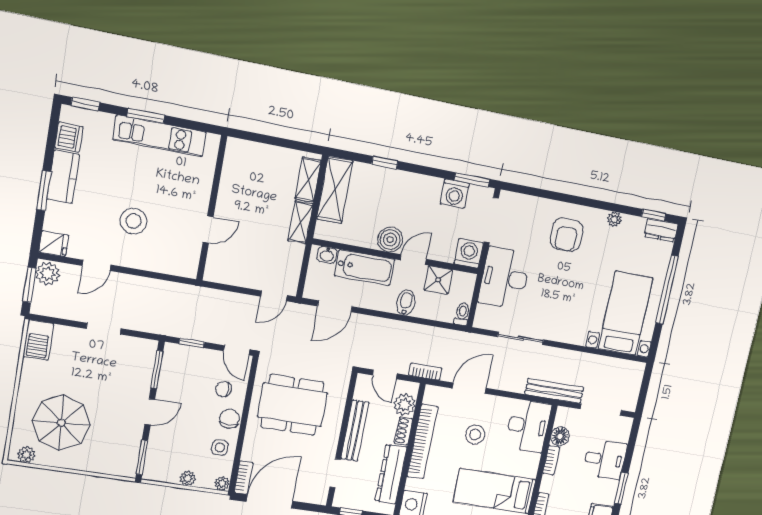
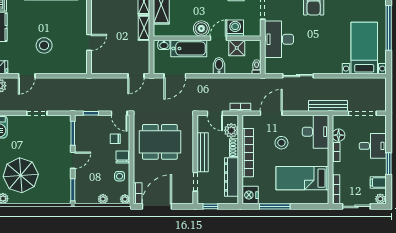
washing machine: (469, 253) -> (235, 28), moved

